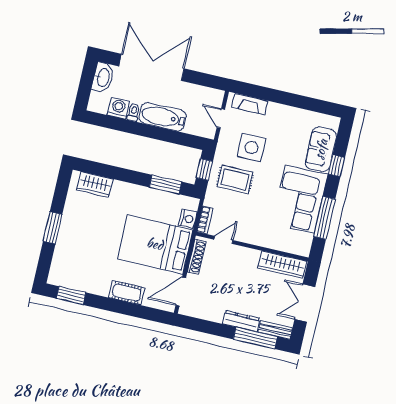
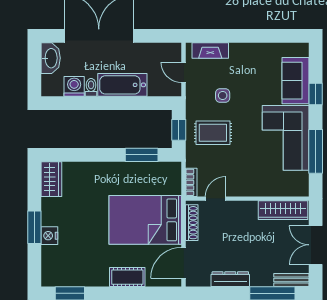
side table: (252, 148) -> (223, 96), width x0.54, depth x0.54
wardrobe: (95, 184) -> (51, 179), moved, turned -90
nightstand: (188, 219) -> (49, 236), moved, turned 180
dresser: (241, 321) -> (230, 279), moved

